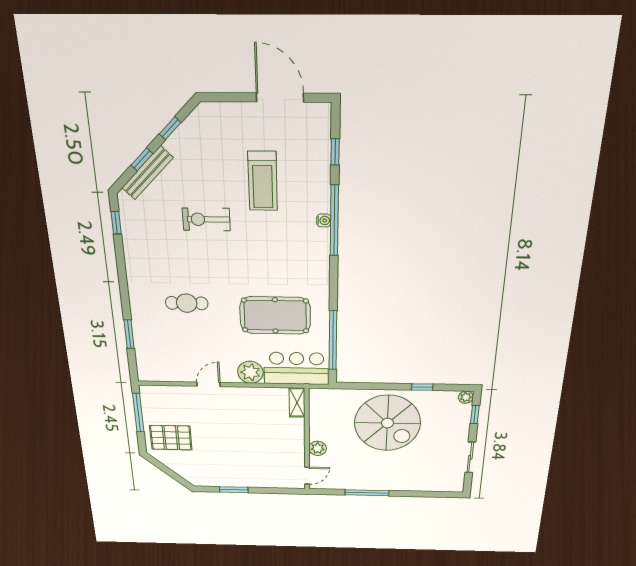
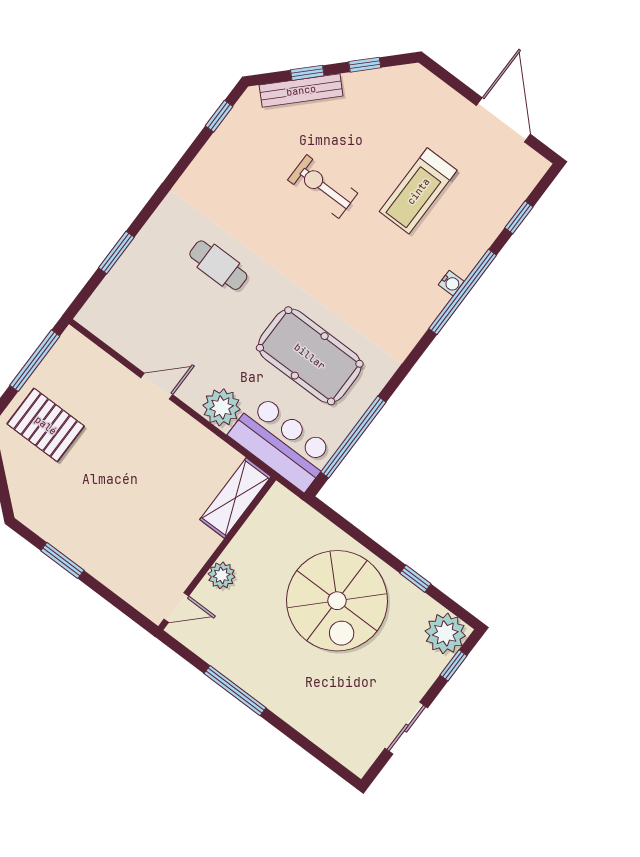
plant: (466, 397) -> (445, 633), width x1.88, depth x1.88
shelving: (297, 402) -> (235, 498), width x1.50, depth x1.33

